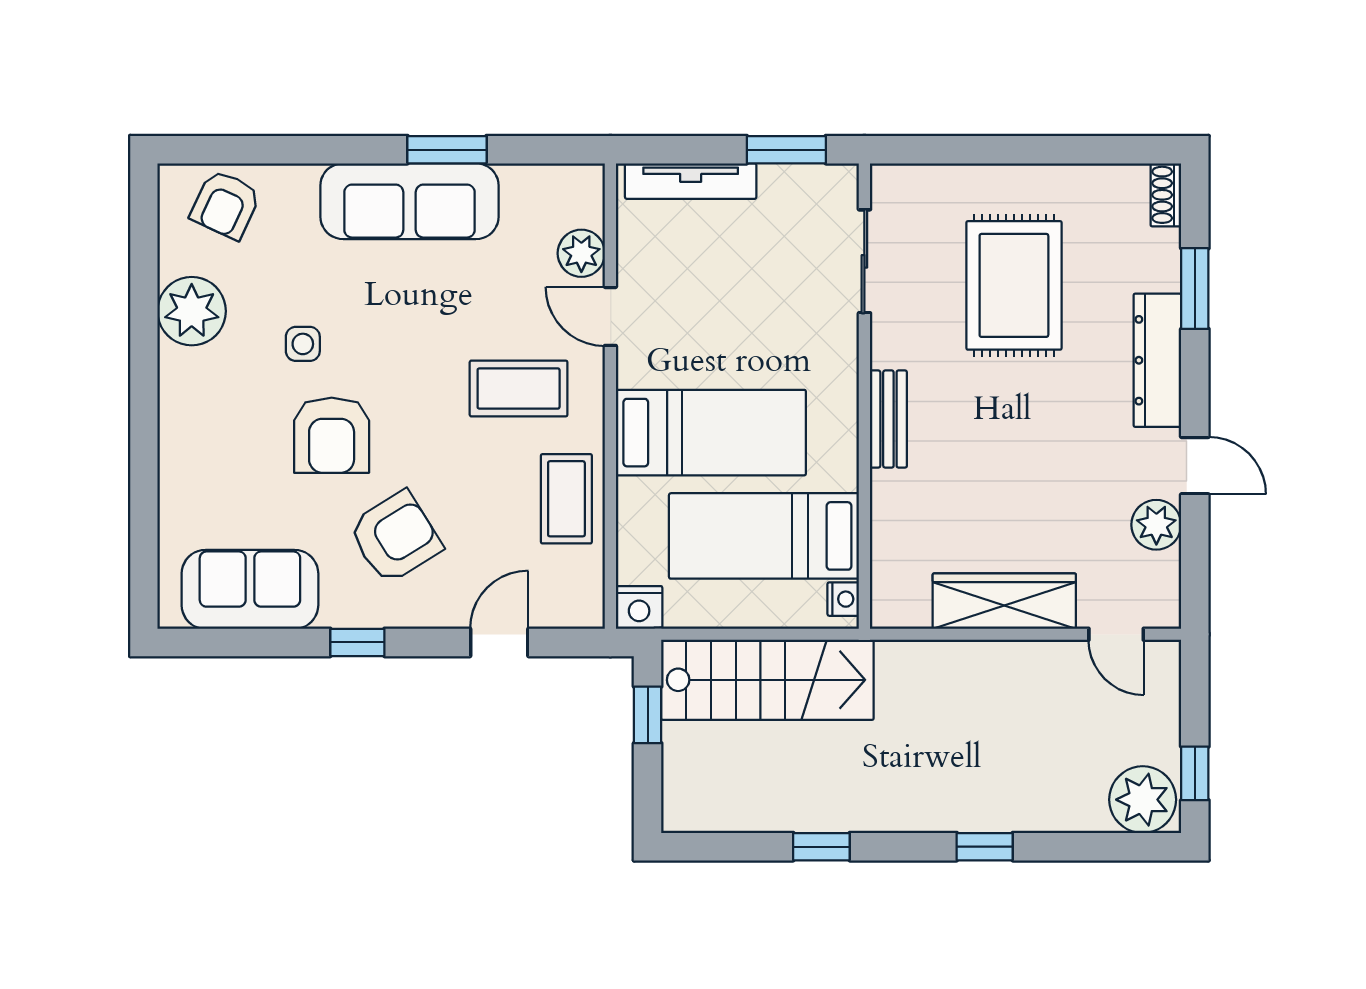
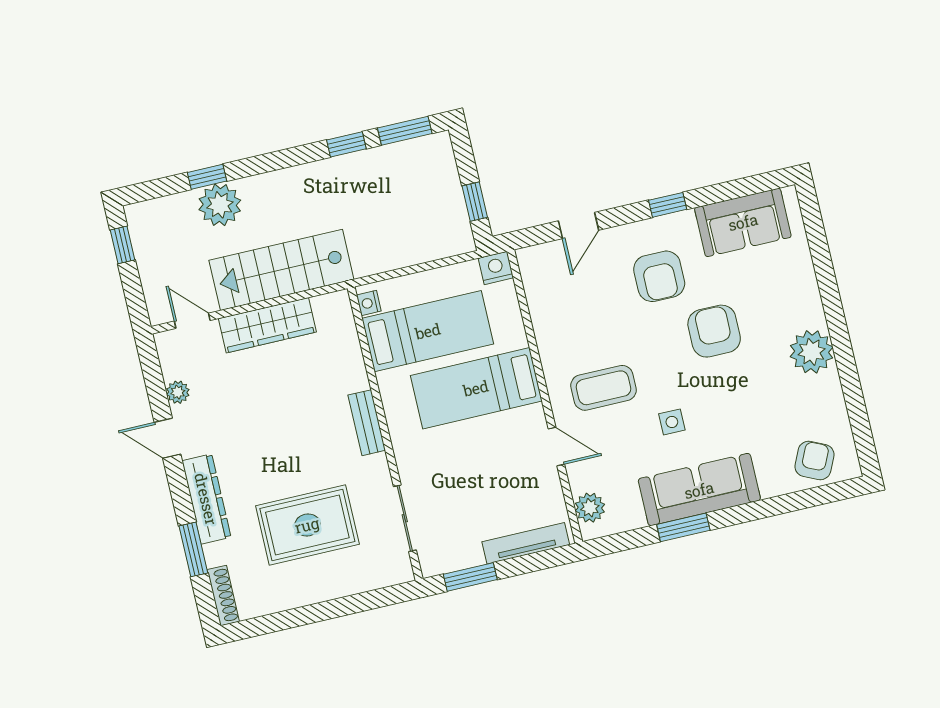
shoe rack: (1166, 195) -> (223, 596), width x1.43
plant: (581, 253) -> (590, 508), moved
rug: (1014, 285) -> (307, 525), turned 90
plant: (192, 311) -> (812, 352), moved
side table: (303, 344) -> (672, 422), moved
coffee table: (566, 499) -> (557, 326), removed
plant: (1156, 525) -> (178, 392), width x0.73, depth x0.73
armchair: (395, 537) -> (659, 276), turned -58
stairs: (767, 680) -> (281, 270), moved
plant: (1143, 800) -> (220, 205), moved
window: (728, 847) -> (405, 131), added
window: (985, 847) -> (207, 177), moved

